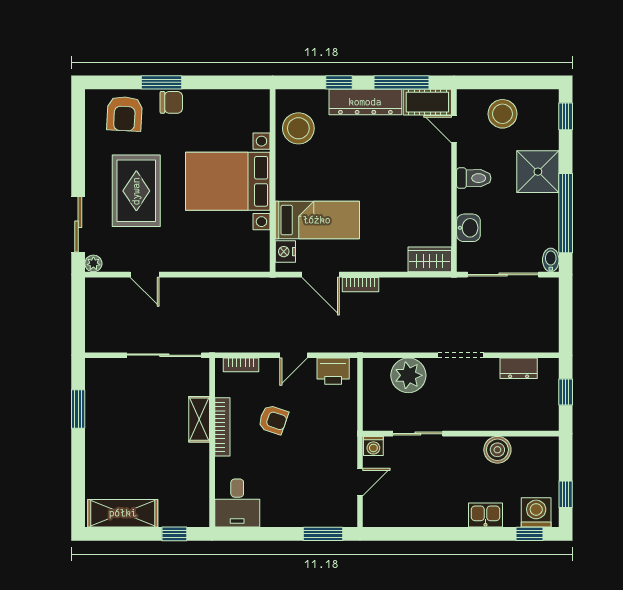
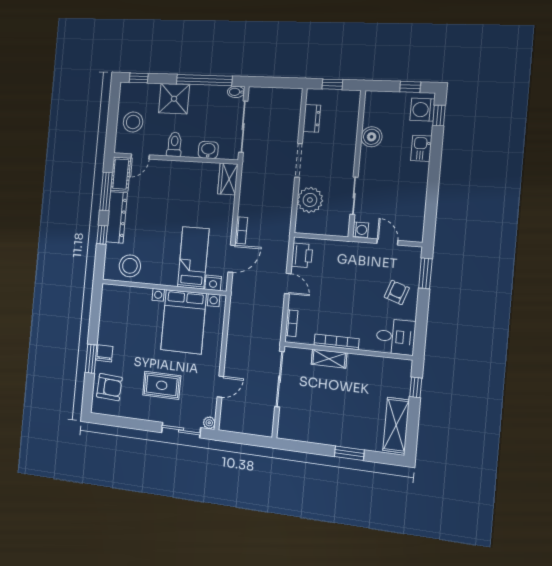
bed with nightstands: (228, 181) -> (184, 322), moved
rug: (136, 191) -> (162, 385), width x0.73, depth x0.70
window: (78, 409) -> (349, 453), moved
armchair: (273, 420) -> (397, 292), moved

